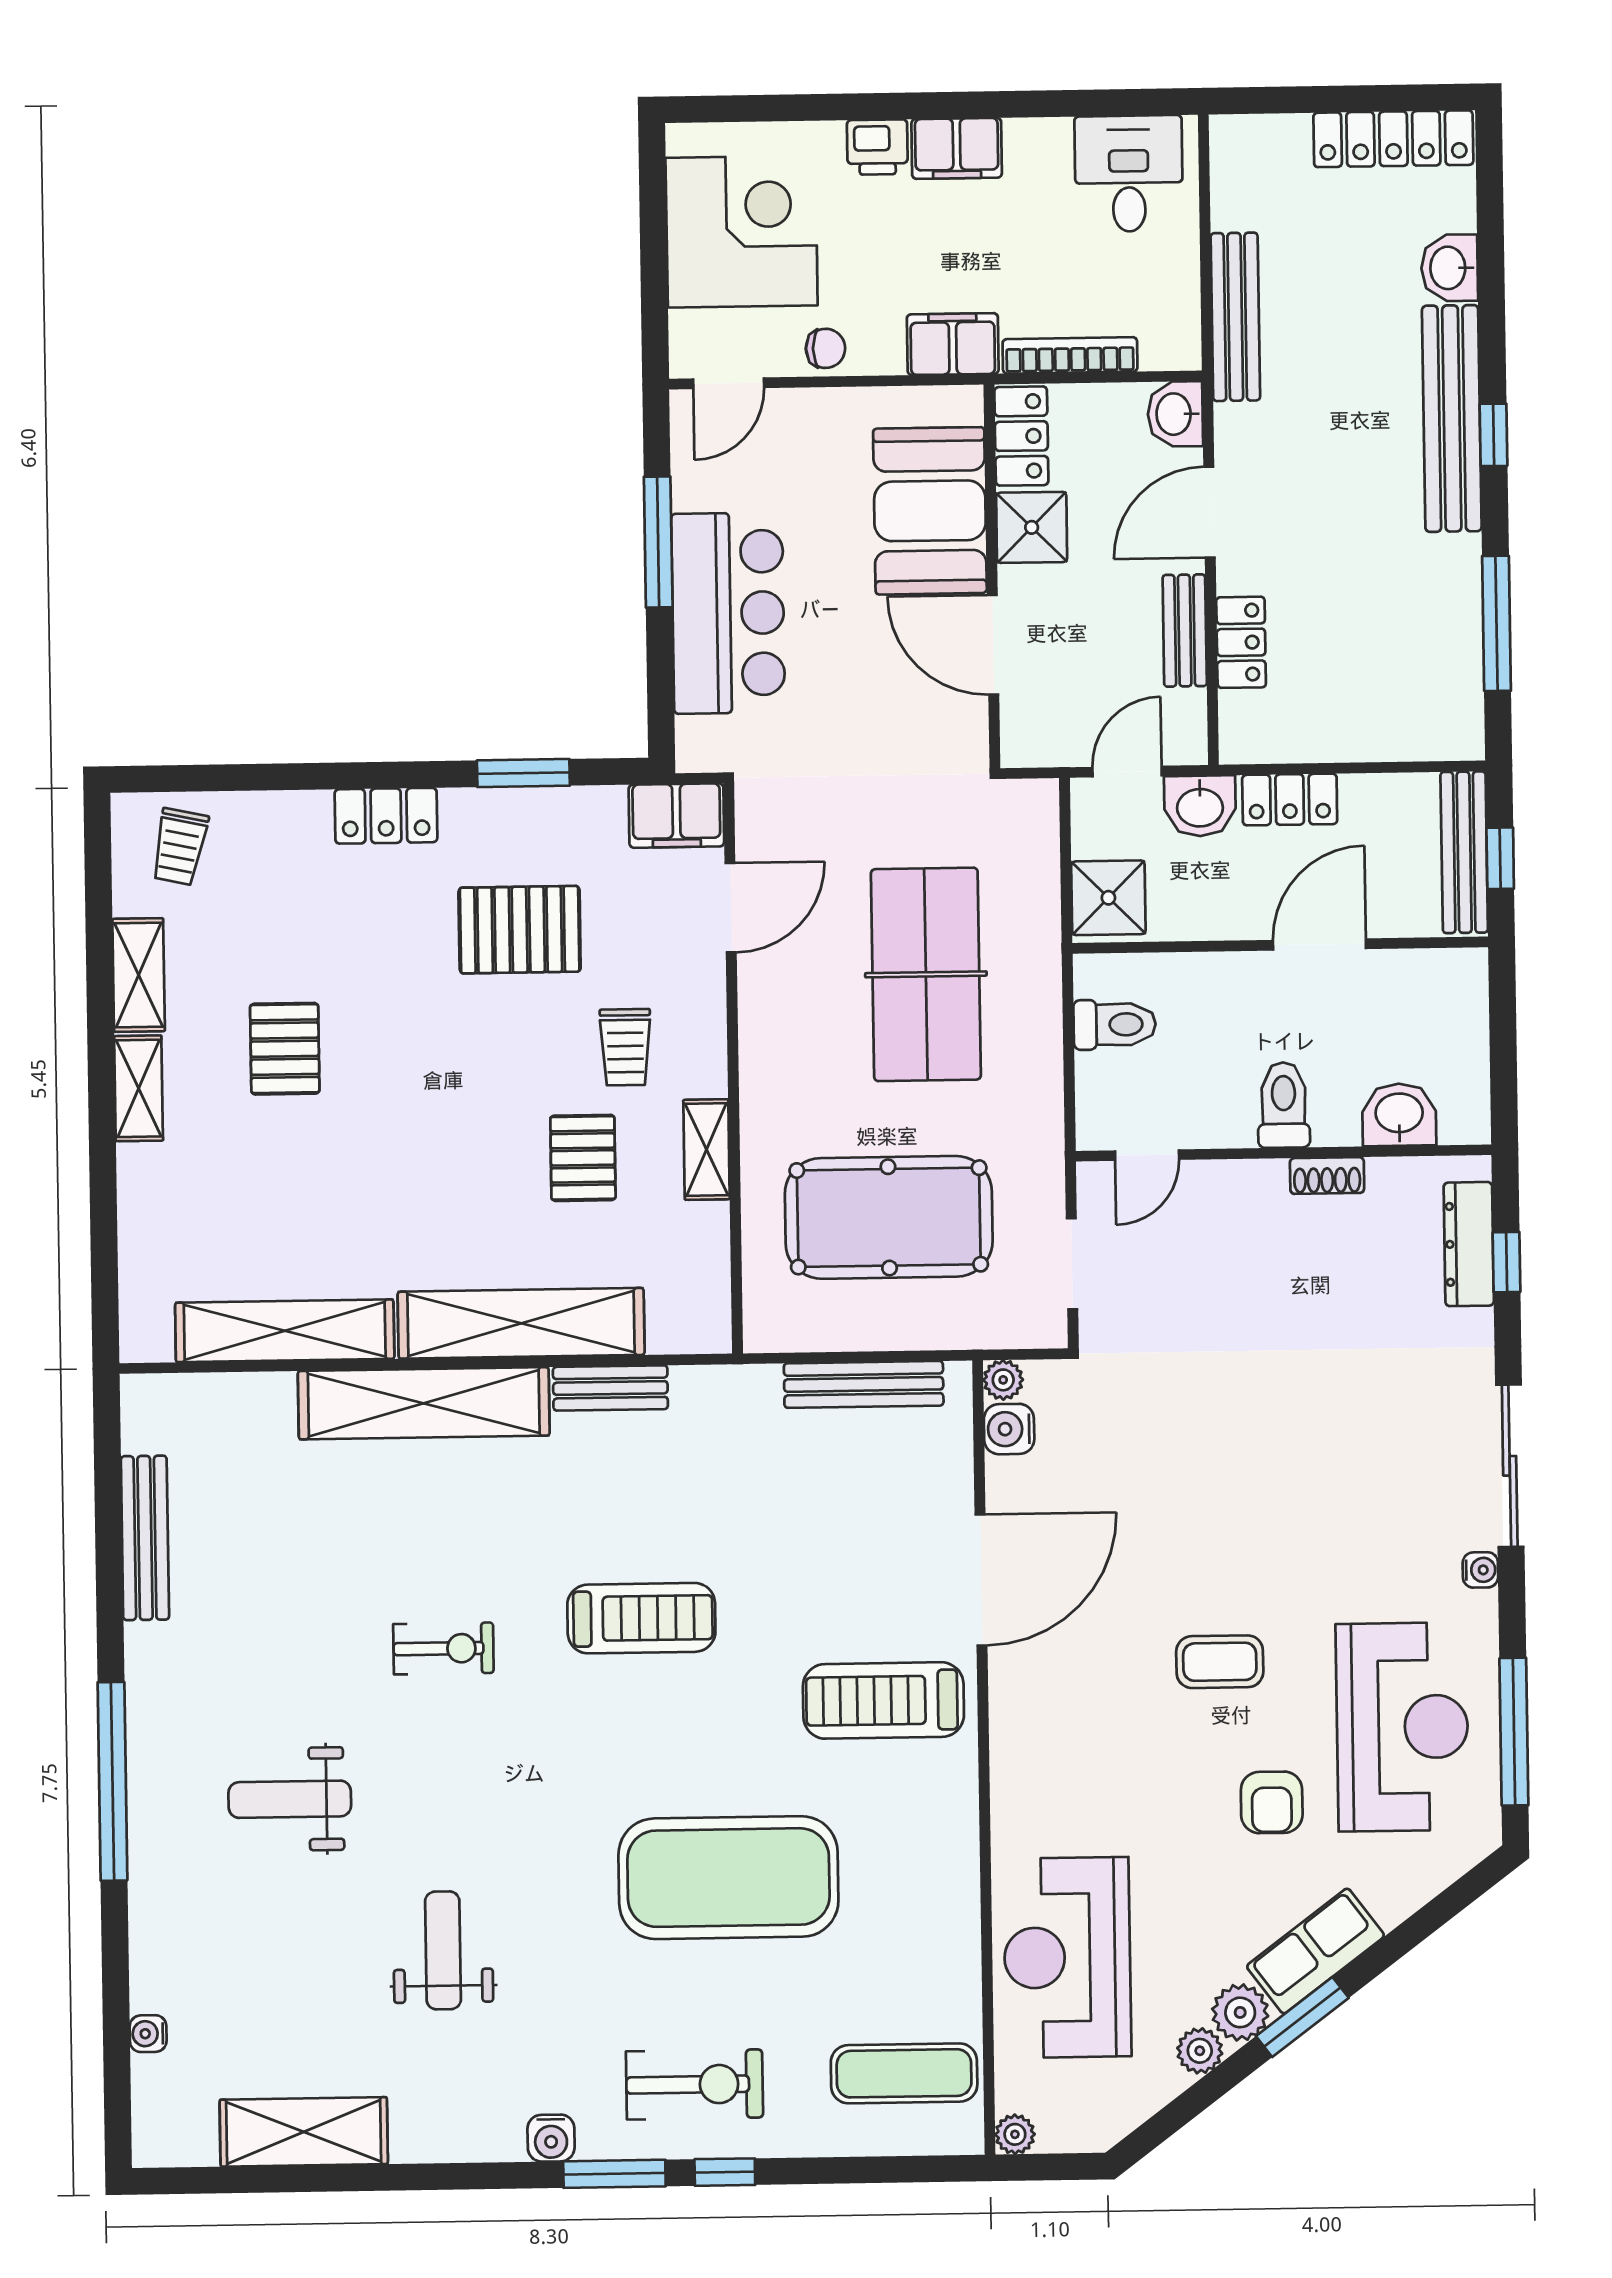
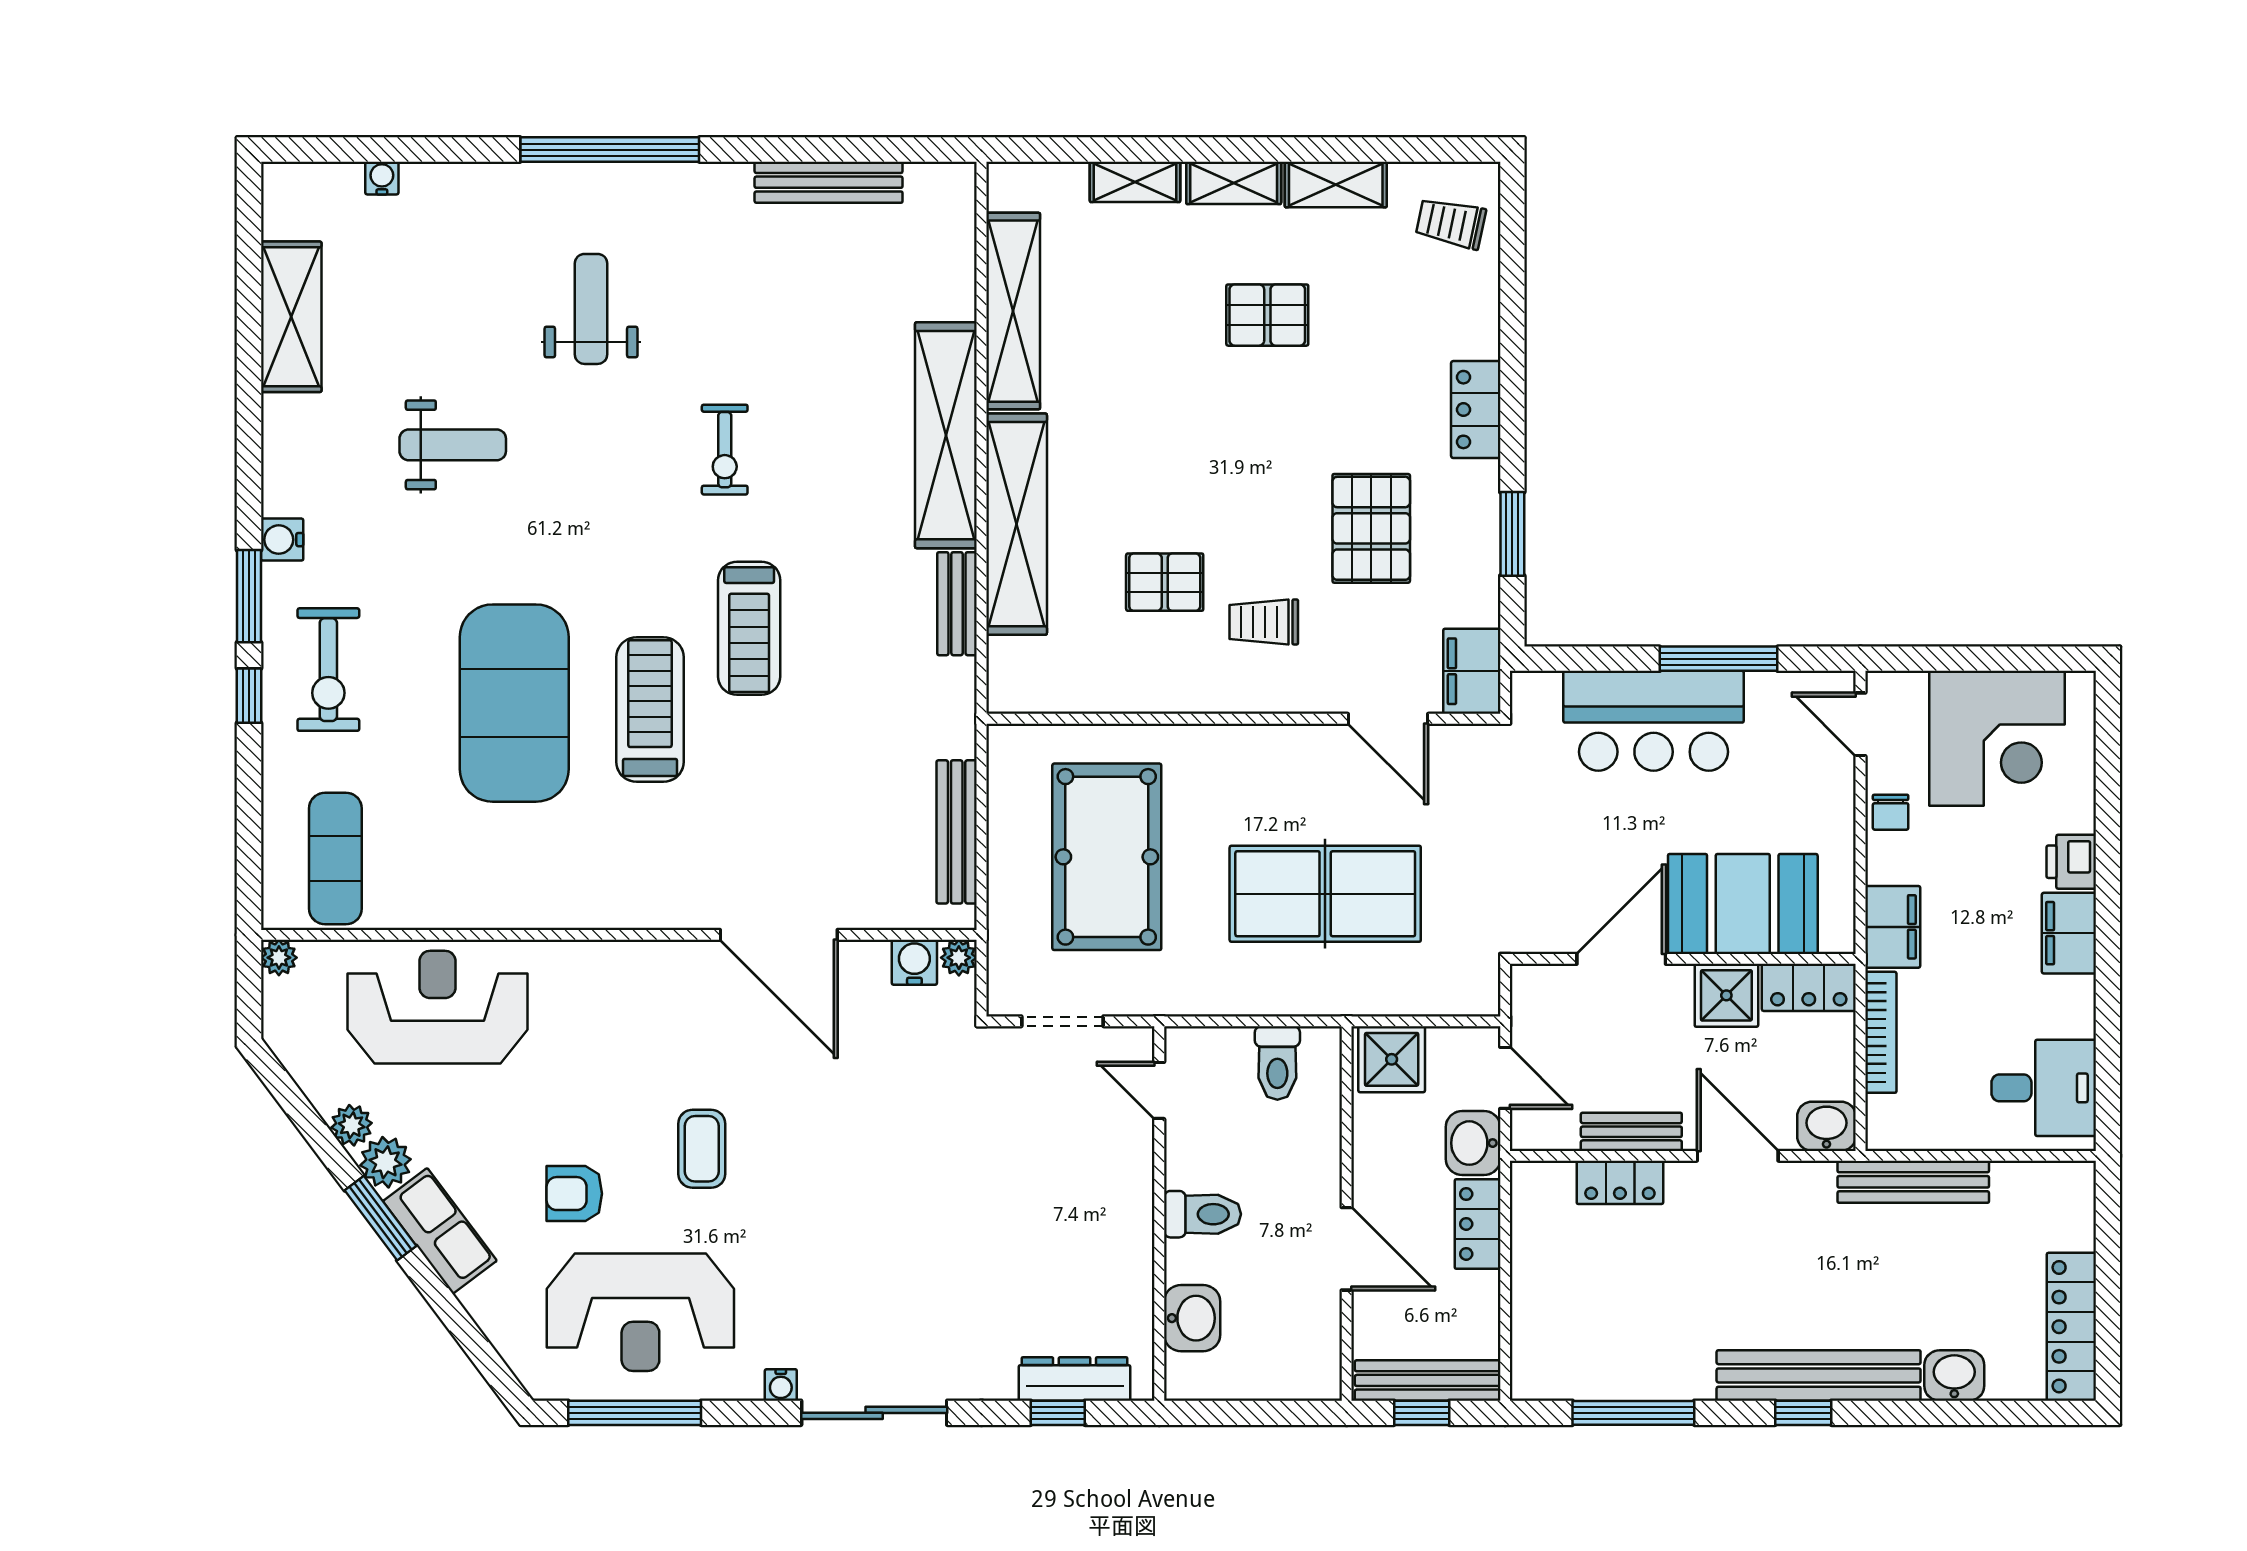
shelving: (707, 1150) -> (1135, 182), moved
shoe rack: (1327, 1176) -> (1138, 1252), removed
treadmill: (883, 1700) -> (650, 710), moved

